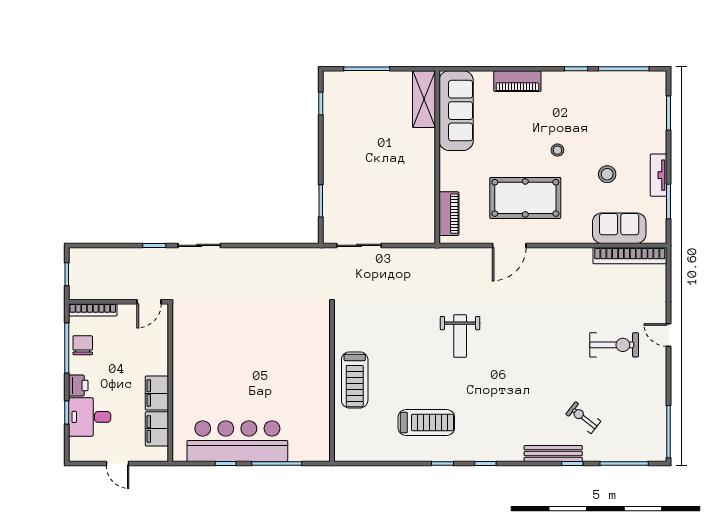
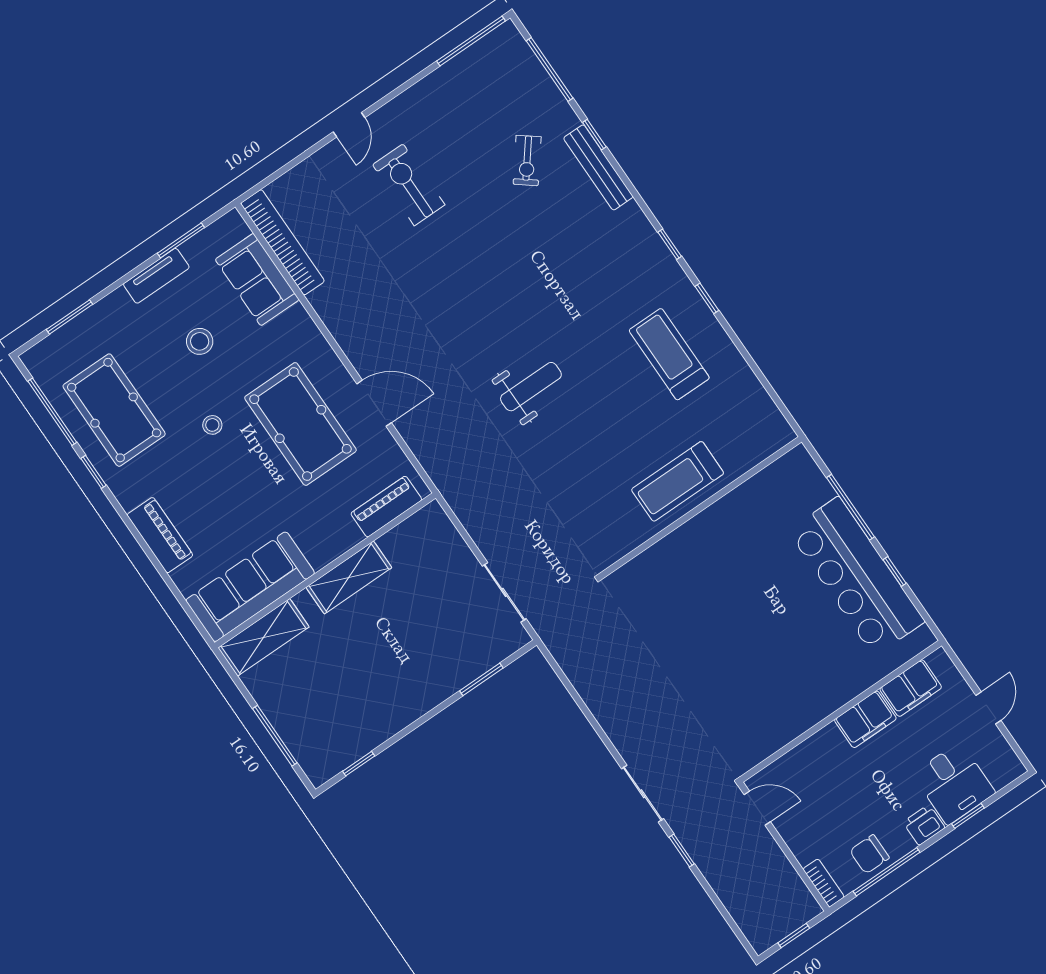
pool table: (602, 103) -> (114, 410), added
shelving: (425, 167) -> (349, 577), added
bookcase: (93, 310) -> (824, 883), width x0.64
treadmill: (355, 380) -> (678, 481), turned 180

